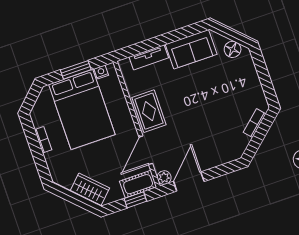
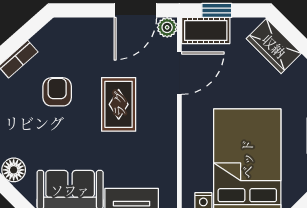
armchair: (222, 110) -> (57, 92), added
rug: (149, 111) -> (119, 104), moved

